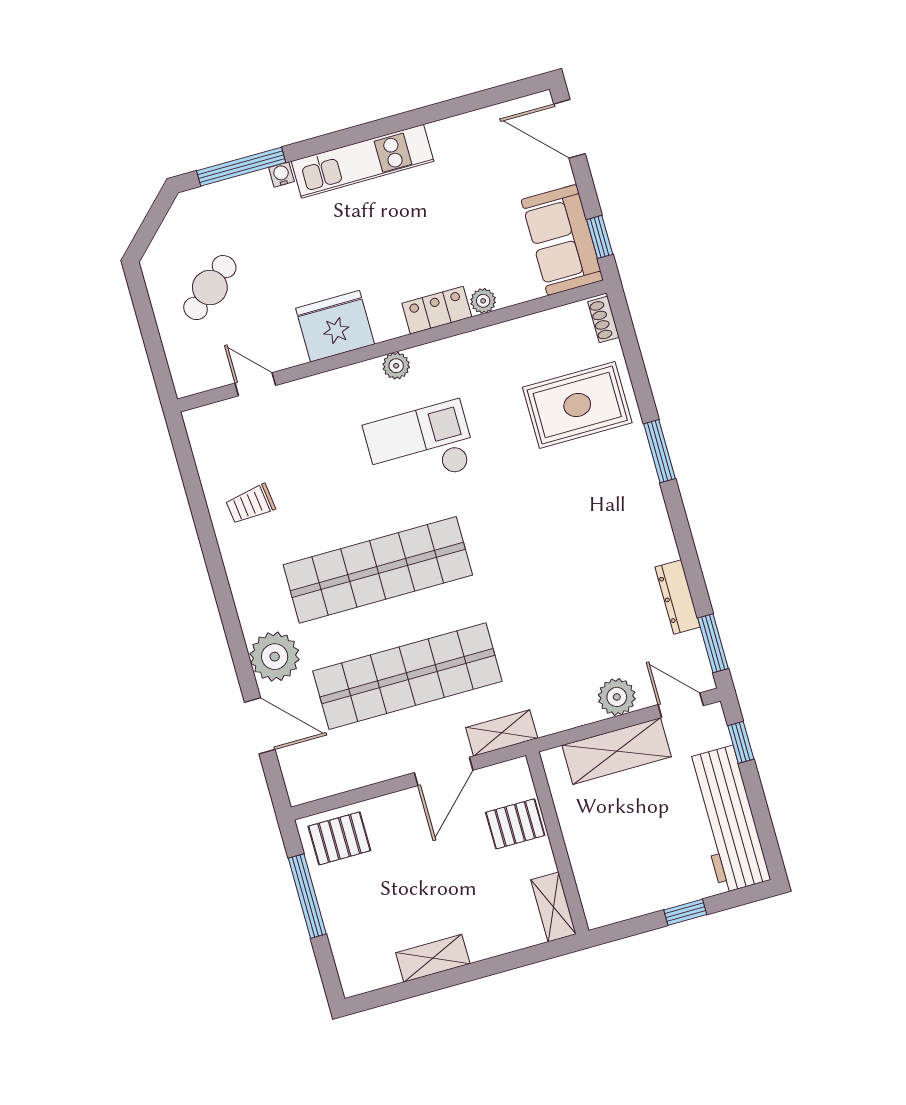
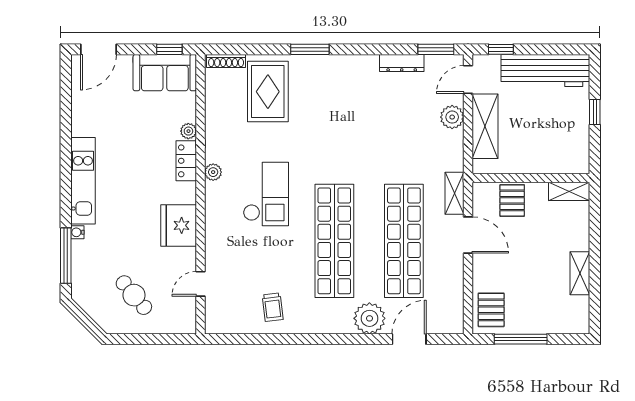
shoe rack: (604, 319) -> (226, 61), width x1.43
plant: (396, 366) -> (213, 172), moved
checkout: (420, 446) -> (266, 194), turned 180

